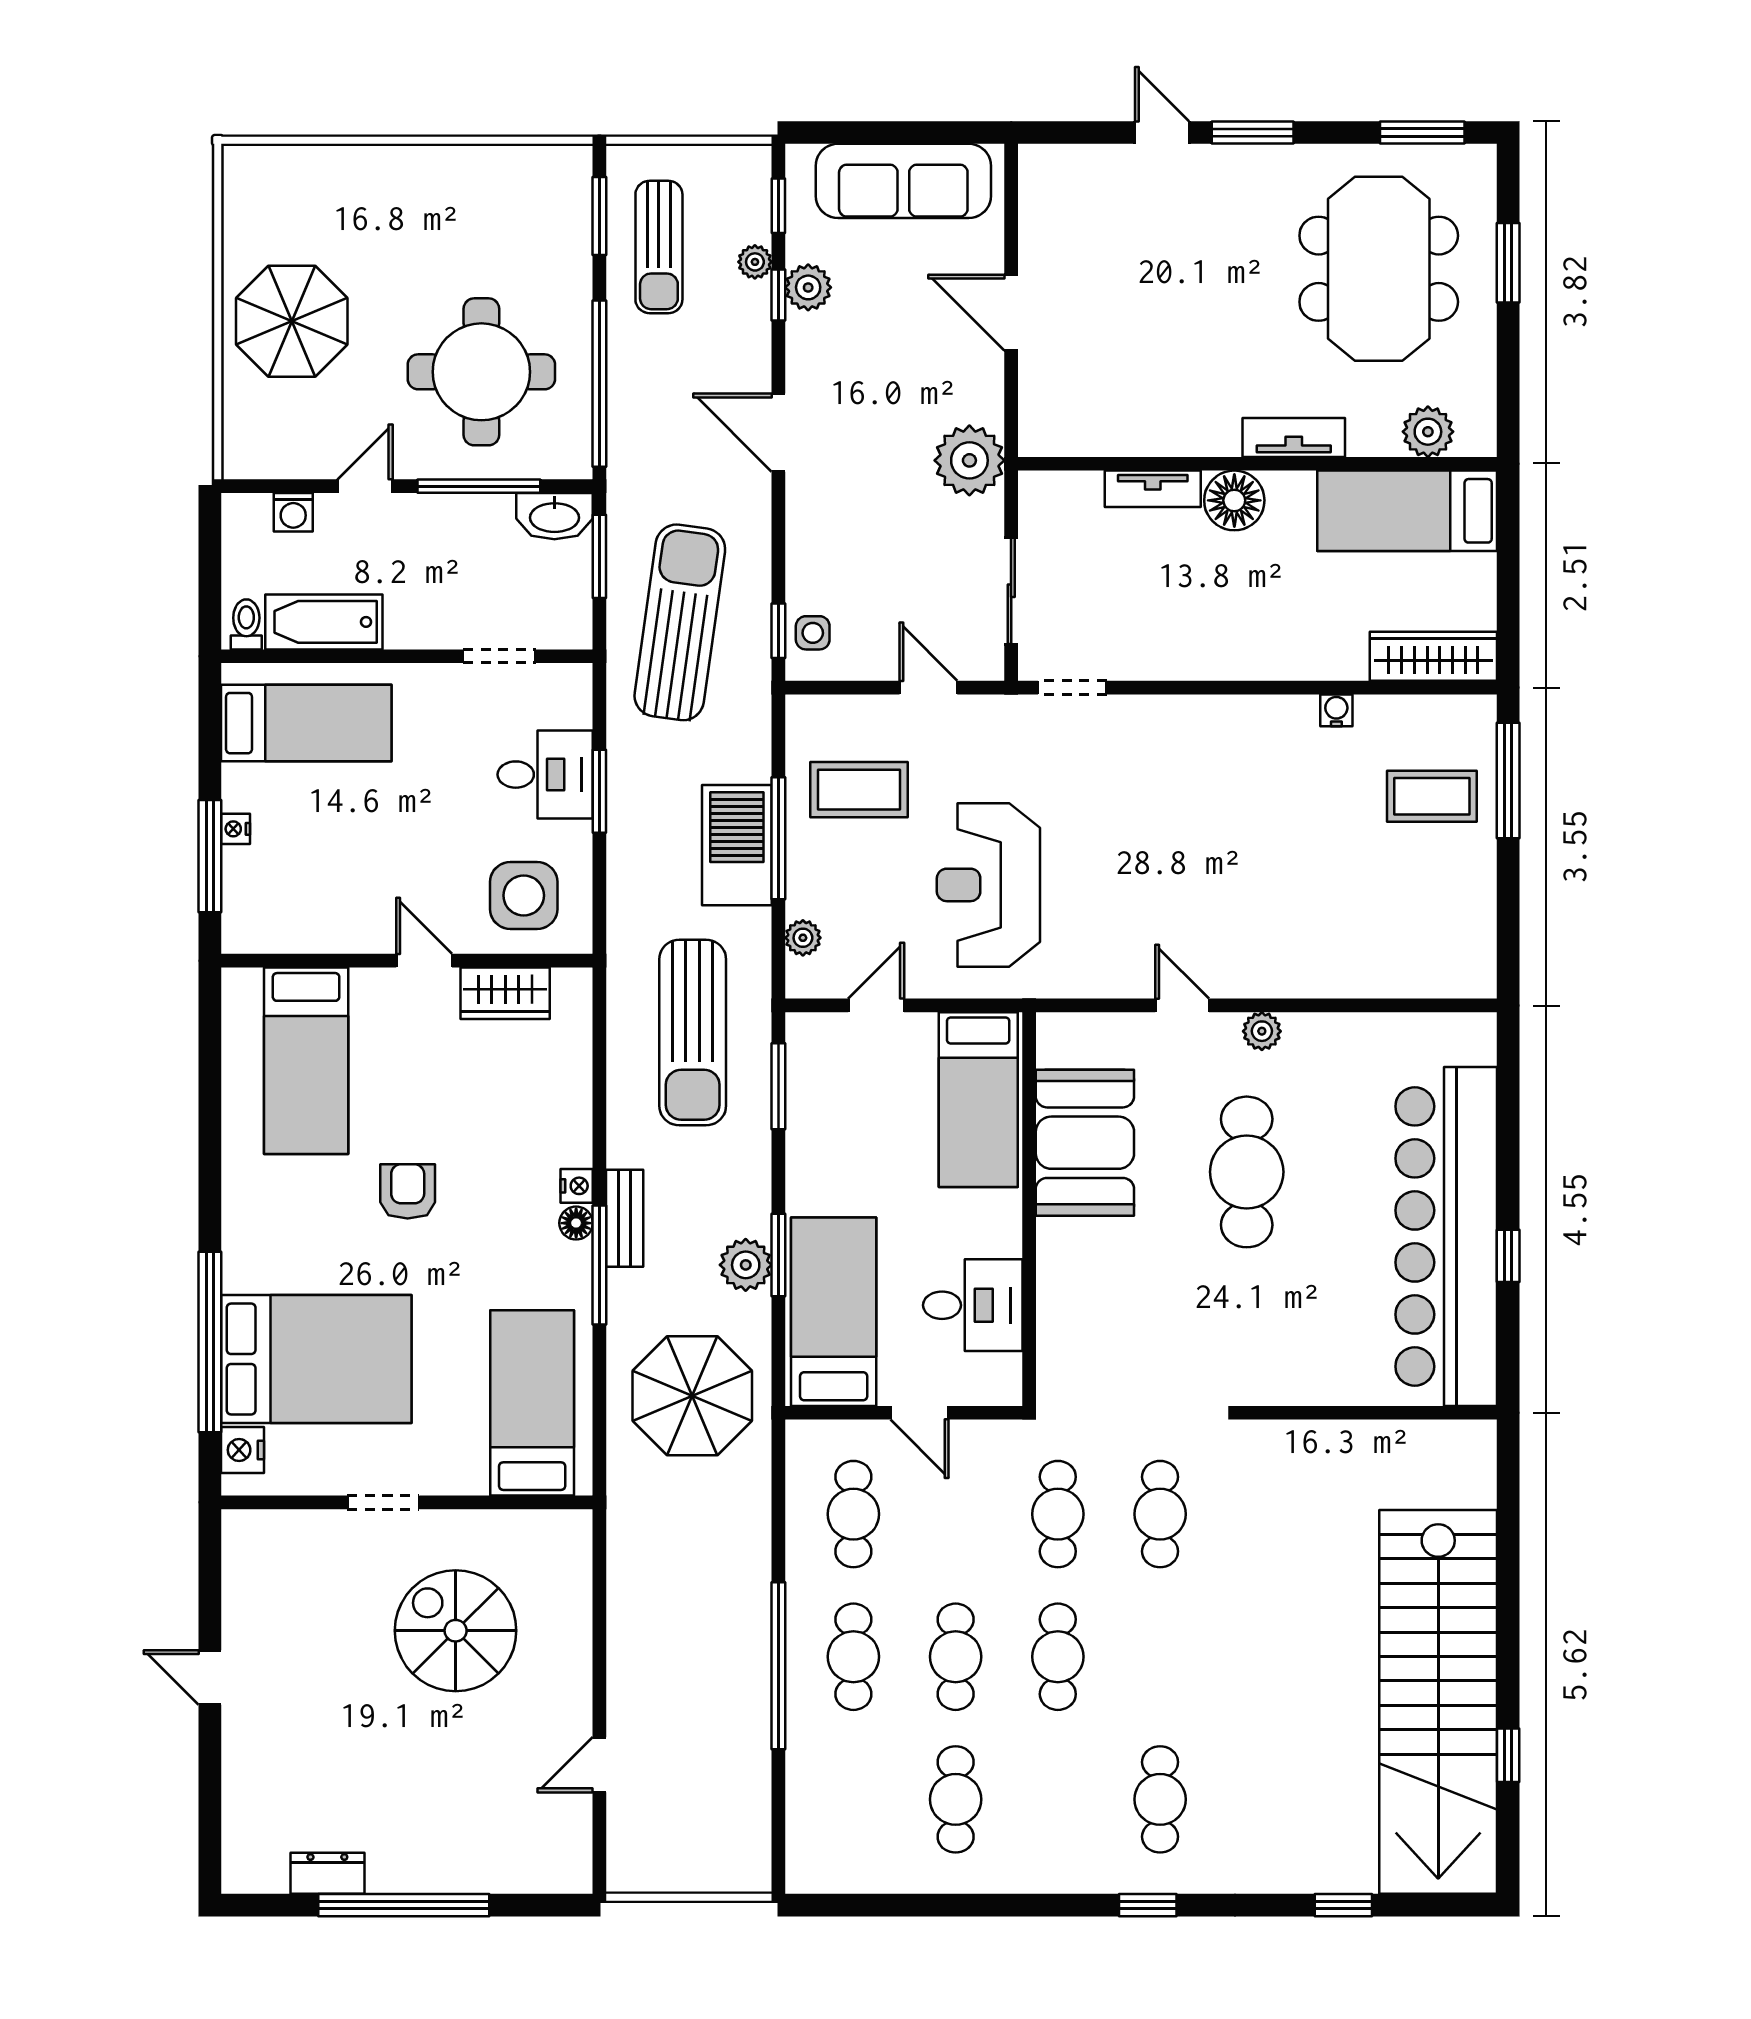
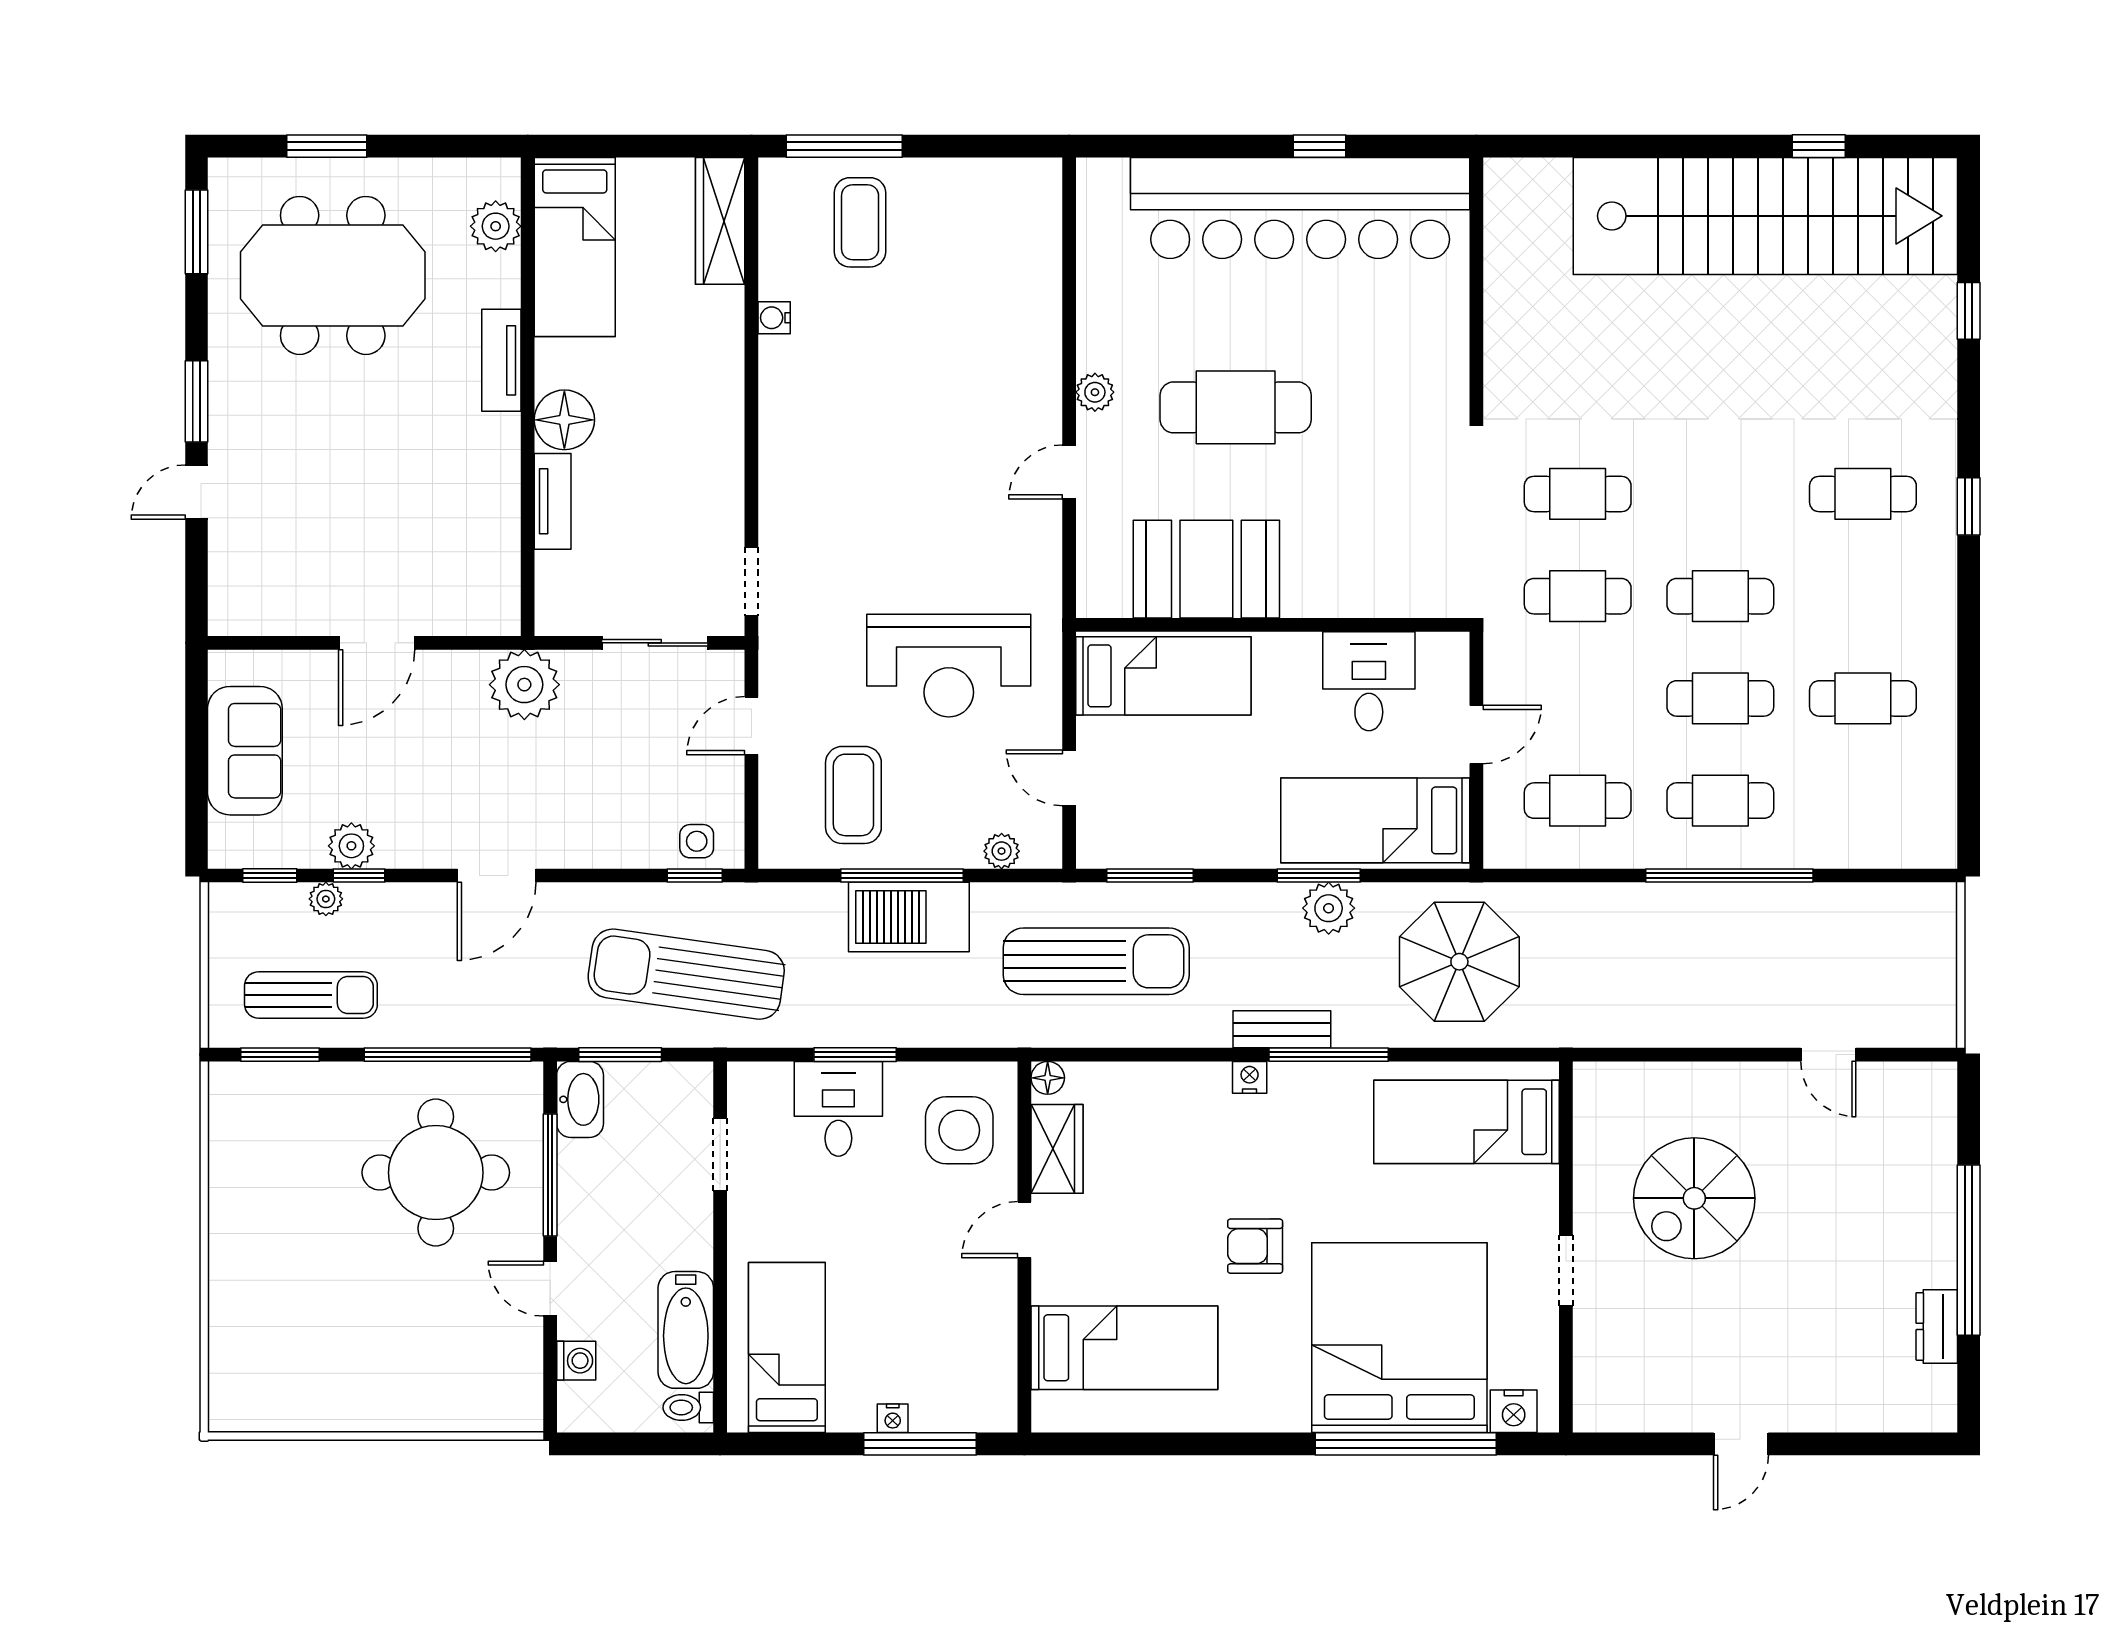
sofa: (903, 181) -> (245, 751), width x0.73
parasol: (292, 321) -> (385, 1362), removed
floor lamp: (576, 1223) -> (1048, 1078), moved
bed: (316, 1359) -> (1399, 1338), width x1.36

